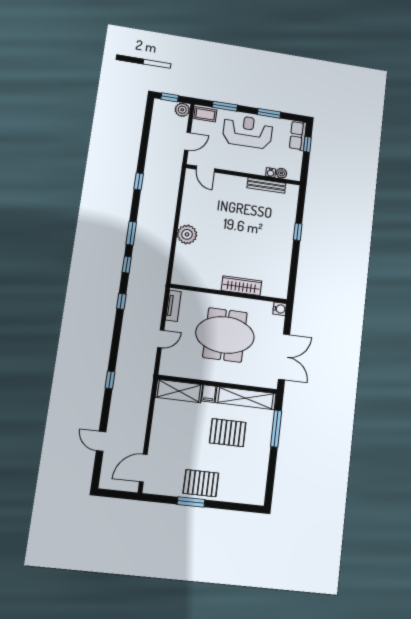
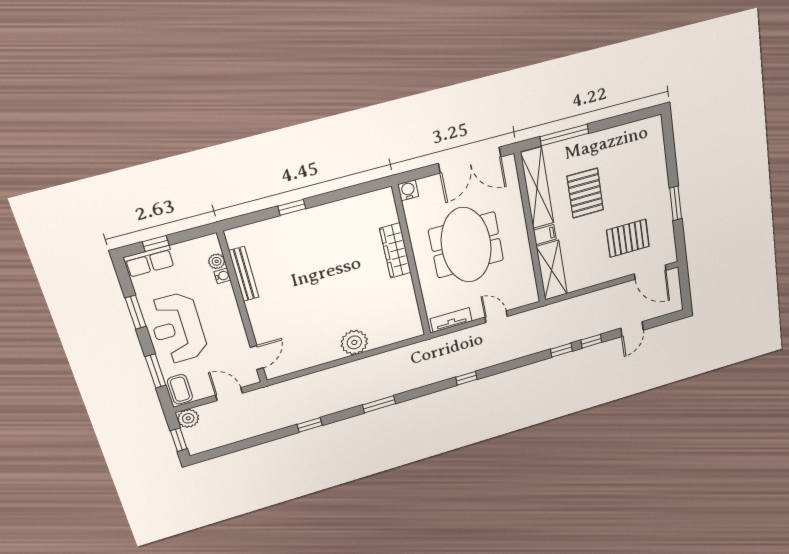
window: (127, 265) -> (591, 341), moved
double door: (284, 357) -> (470, 160), swing flipped
pallet: (201, 483) -> (628, 238), moved, turned 90

